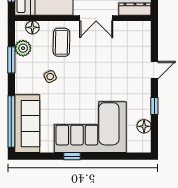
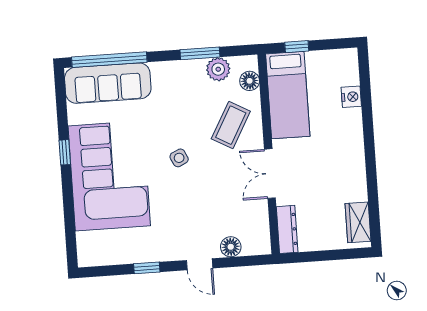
coffee table: (61, 42) -> (231, 125), turned -62
side table: (50, 77) -> (179, 158), moved
floor lamp: (144, 126) -> (231, 247), moved

